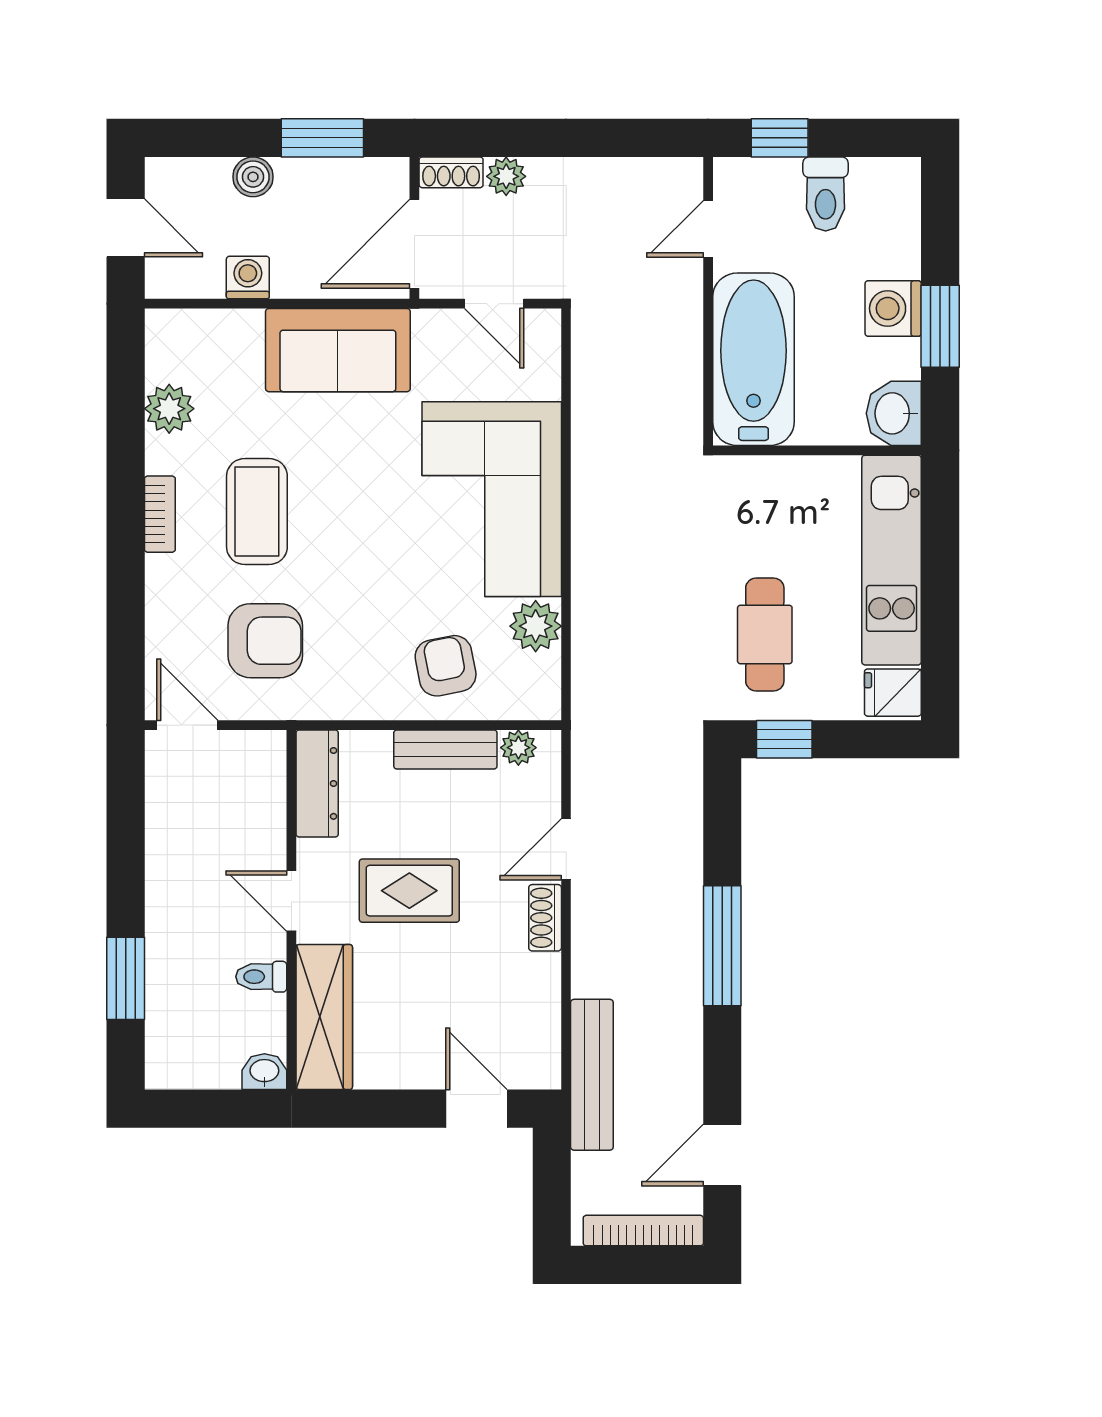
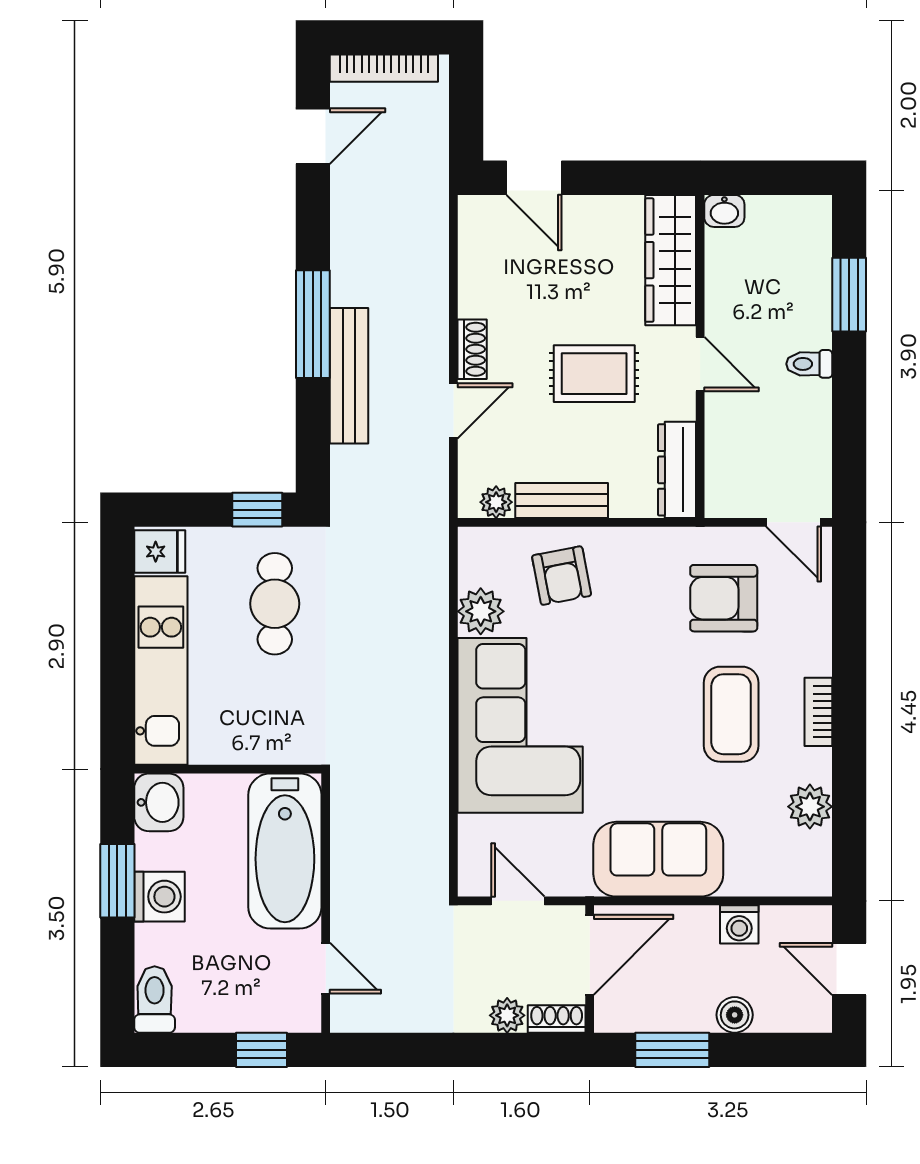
toilet: (826, 194) -> (155, 1000), moved
door: (708, 229) -> (326, 968), hinge flipped
toilet: (261, 977) -> (809, 364), moved, turned 180
bench: (592, 1075) -> (349, 376), moved

